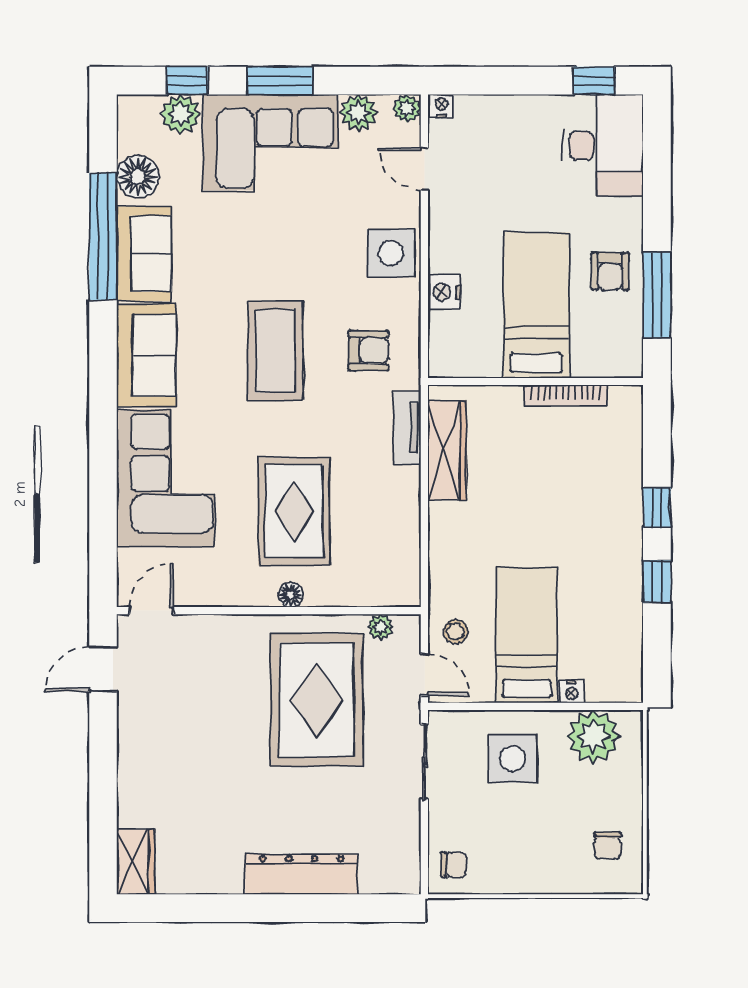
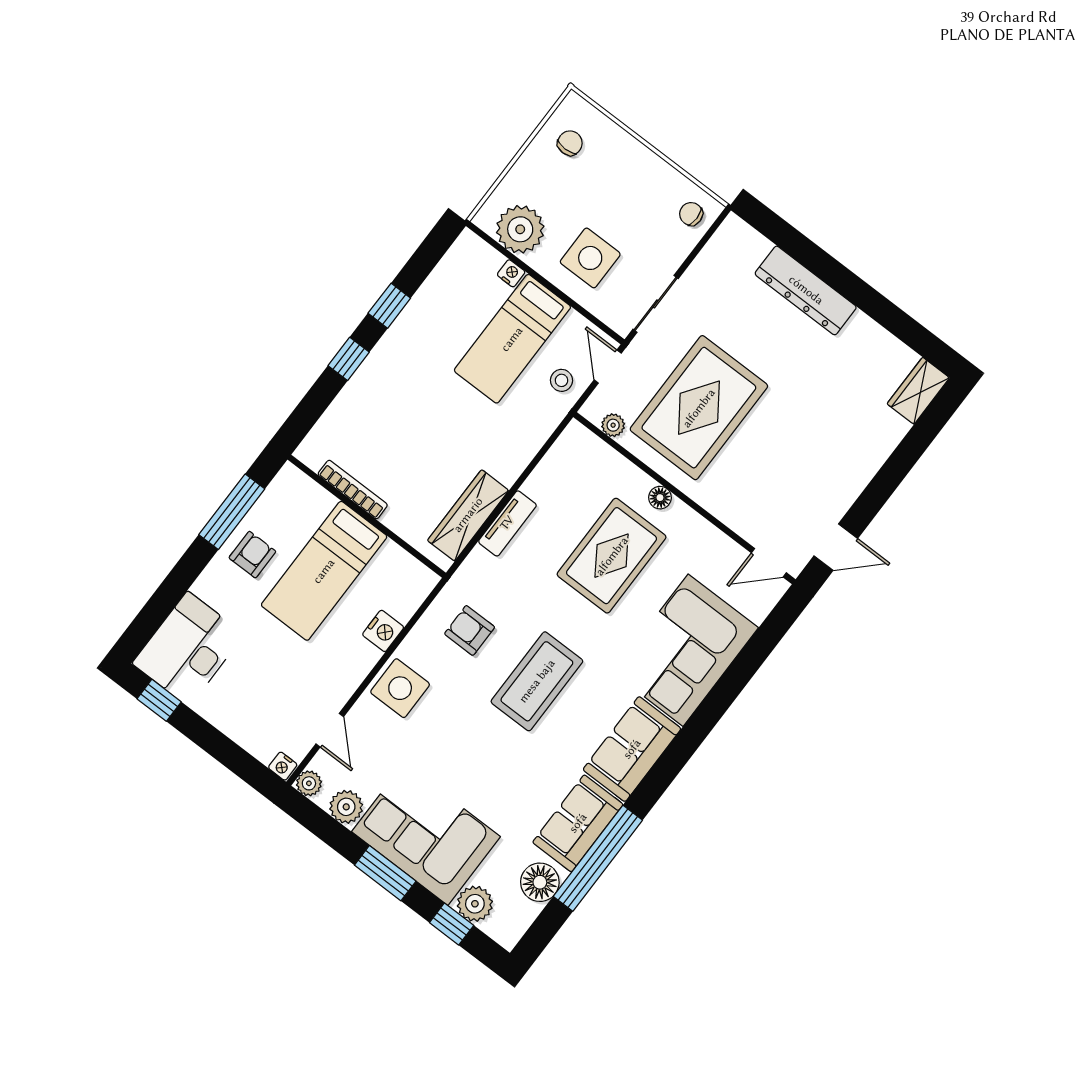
tv unit: (407, 428) -> (507, 523), moved

